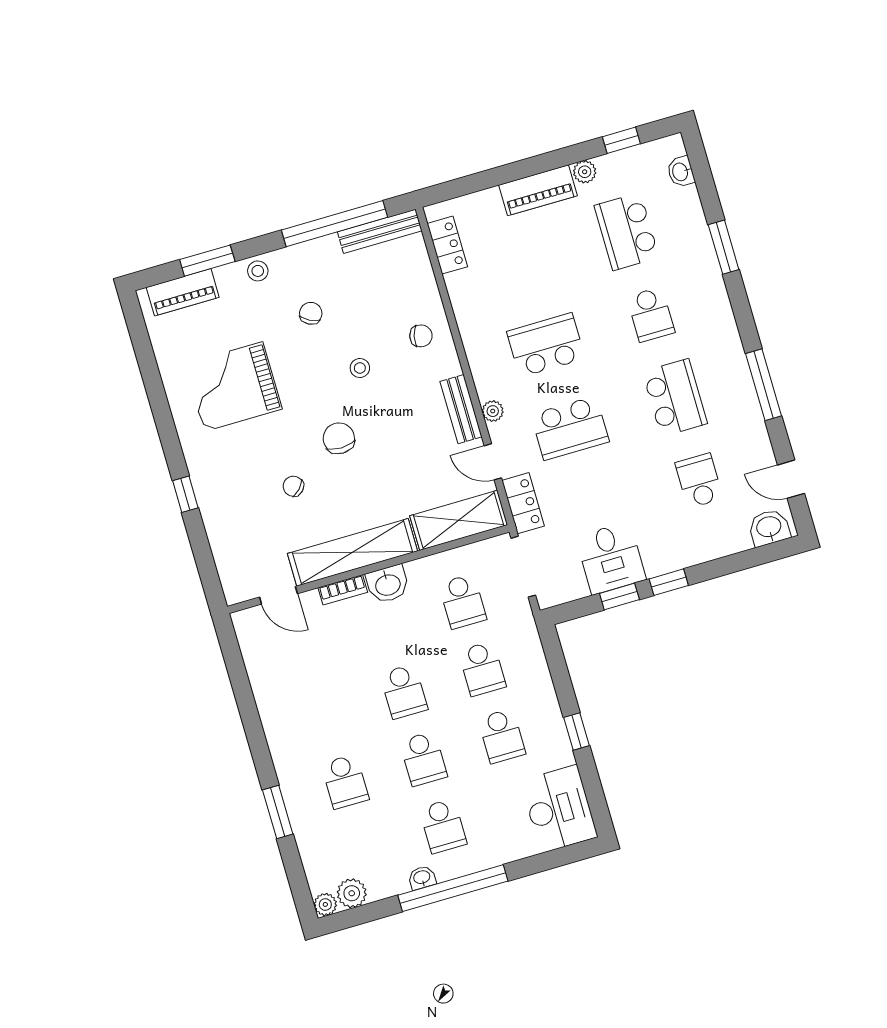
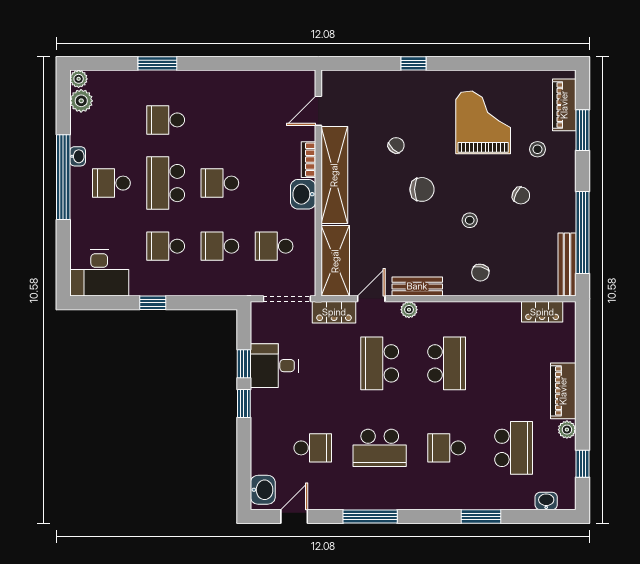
school desk: (627, 231) -> (514, 448), turned 90
stool: (258, 271) -> (537, 149), moved
school desk: (423, 759) -> (166, 183), width x1.85

